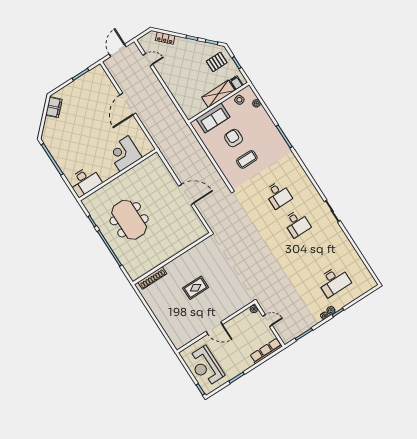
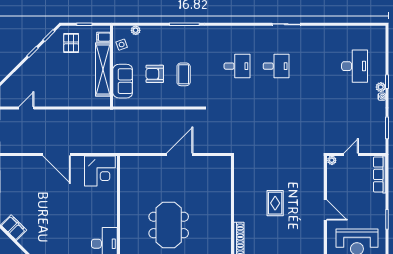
locker: (165, 38) -> (16, 78), removed
shelving: (218, 94) -> (103, 70), width x1.47
corner desk: (124, 154) -> (100, 171), moved, turned -90
meeting table: (129, 220) -> (169, 225), turned 90
door: (214, 328) -> (325, 210), hinge flipped

